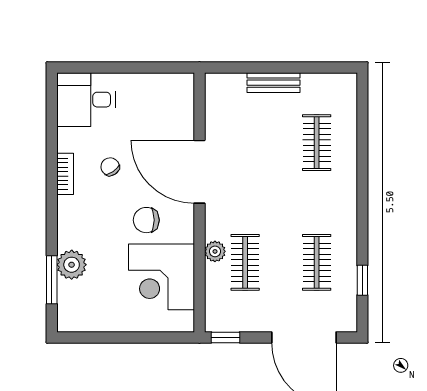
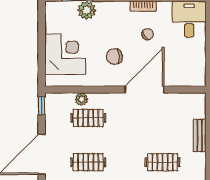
chair: (146, 220) -> (114, 57), turned -92
plant: (215, 251) -> (81, 99), moved
corner desk: (161, 277) -> (65, 54), moved, turned 90

